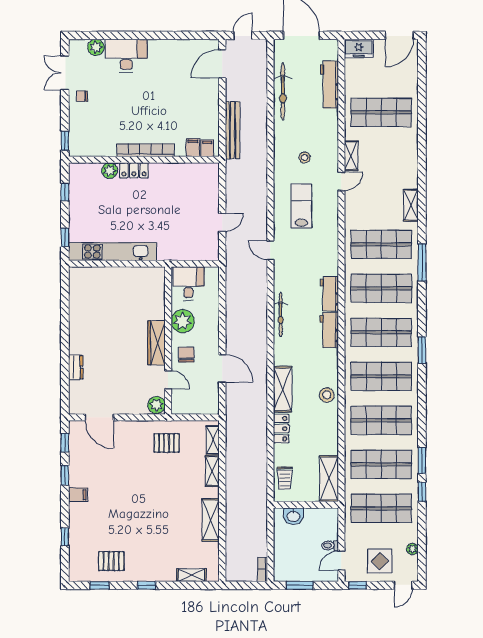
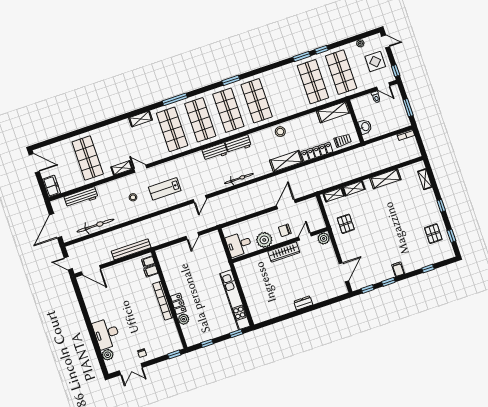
door: (222, 222) -> (192, 236), swing flipped
dresser: (76, 367) -> (303, 303), moved
shop shelf: (381, 420) -> (285, 91), removed
locker: (281, 429) -> (317, 152), width x1.53

